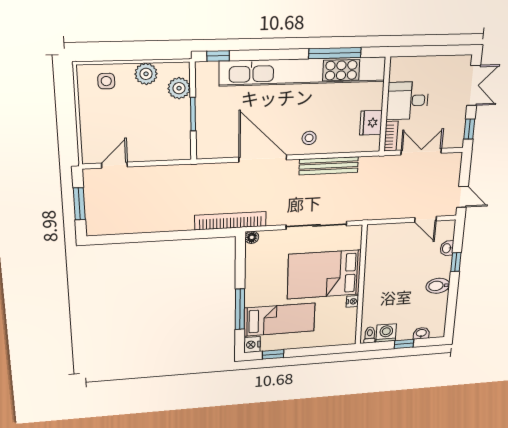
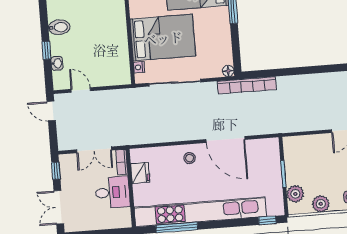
bench: (329, 166) -> (171, 135), removed
nightstand: (352, 301) -> (139, 67), moved

